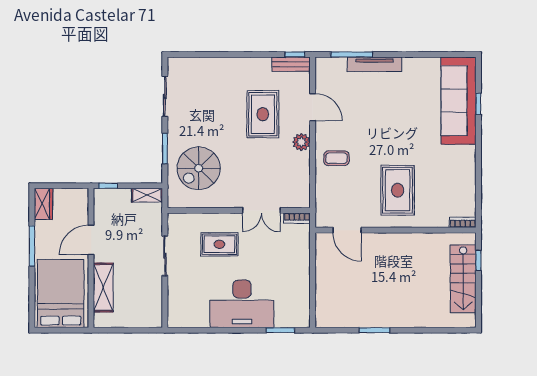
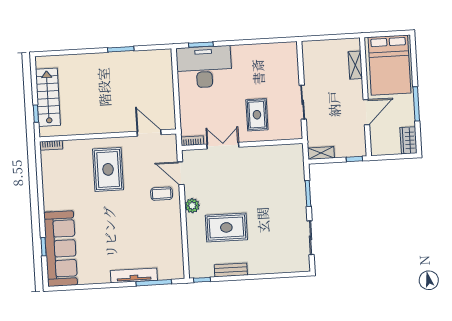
bench: (291, 64) -> (231, 270), moved
door: (313, 107) -> (181, 173), moved
rug: (263, 114) -> (226, 227), turned 90
spiral stairs: (199, 168) -> (278, 178), removed
rug: (219, 244) -> (257, 115), turned 90
shelving: (103, 288) -> (355, 65), width x0.67, depth x0.75
desk: (242, 304) -> (204, 67), moved

